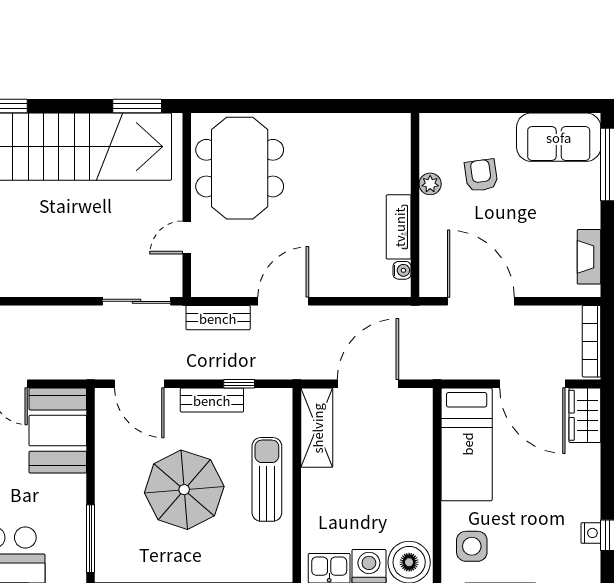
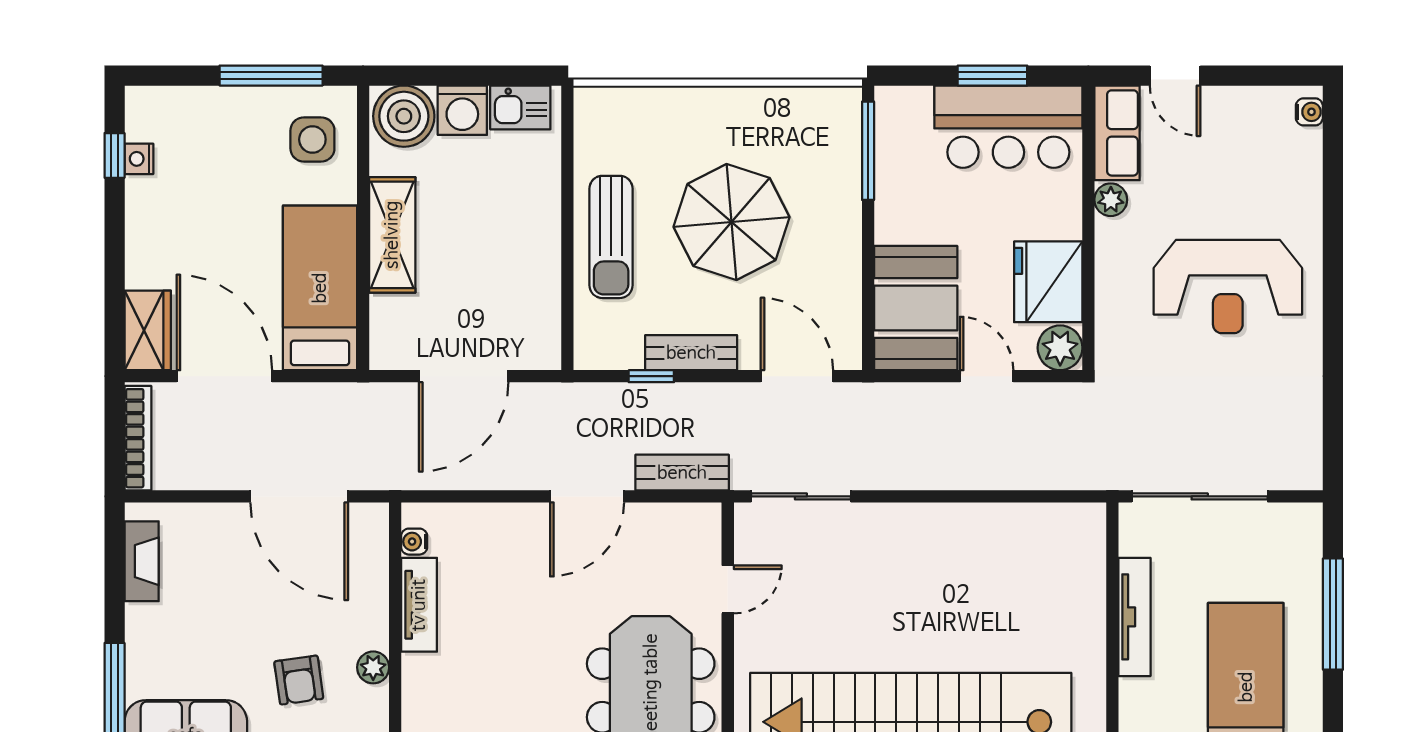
shelving: (317, 428) -> (392, 235), moved

